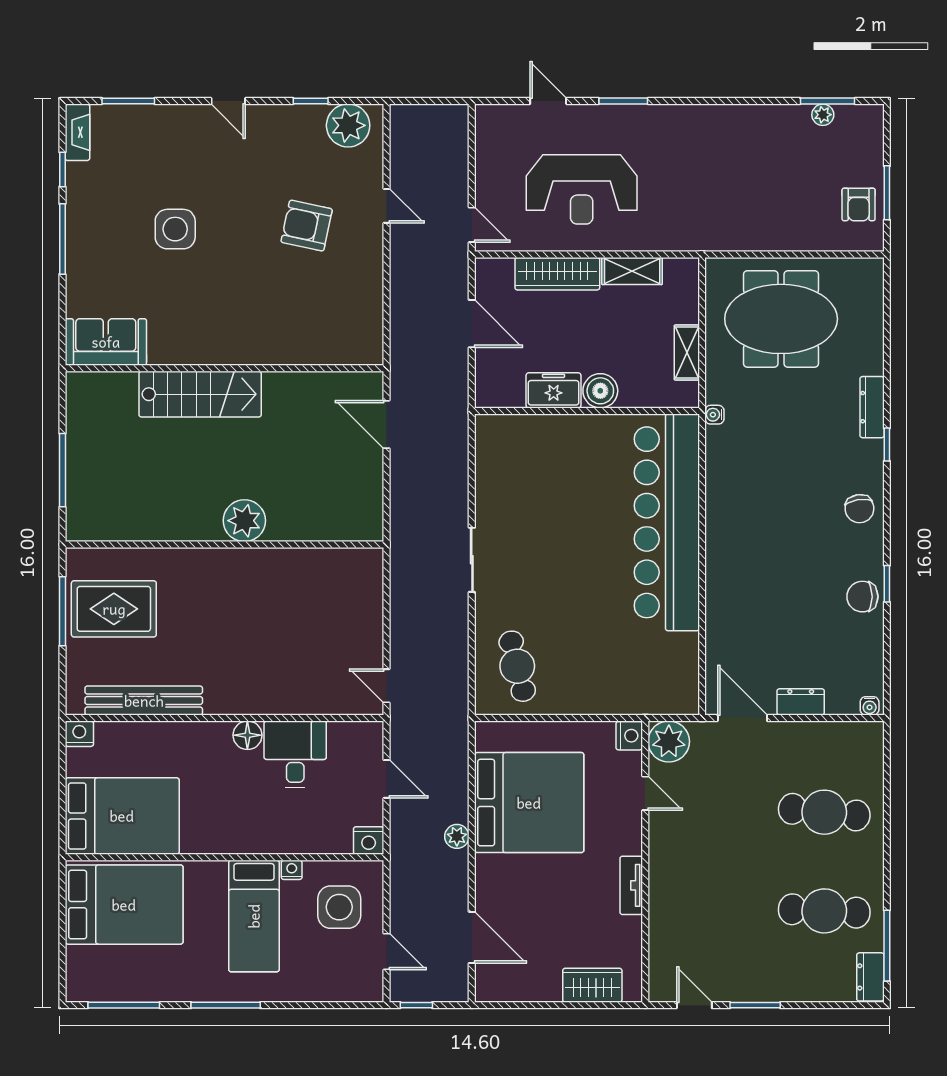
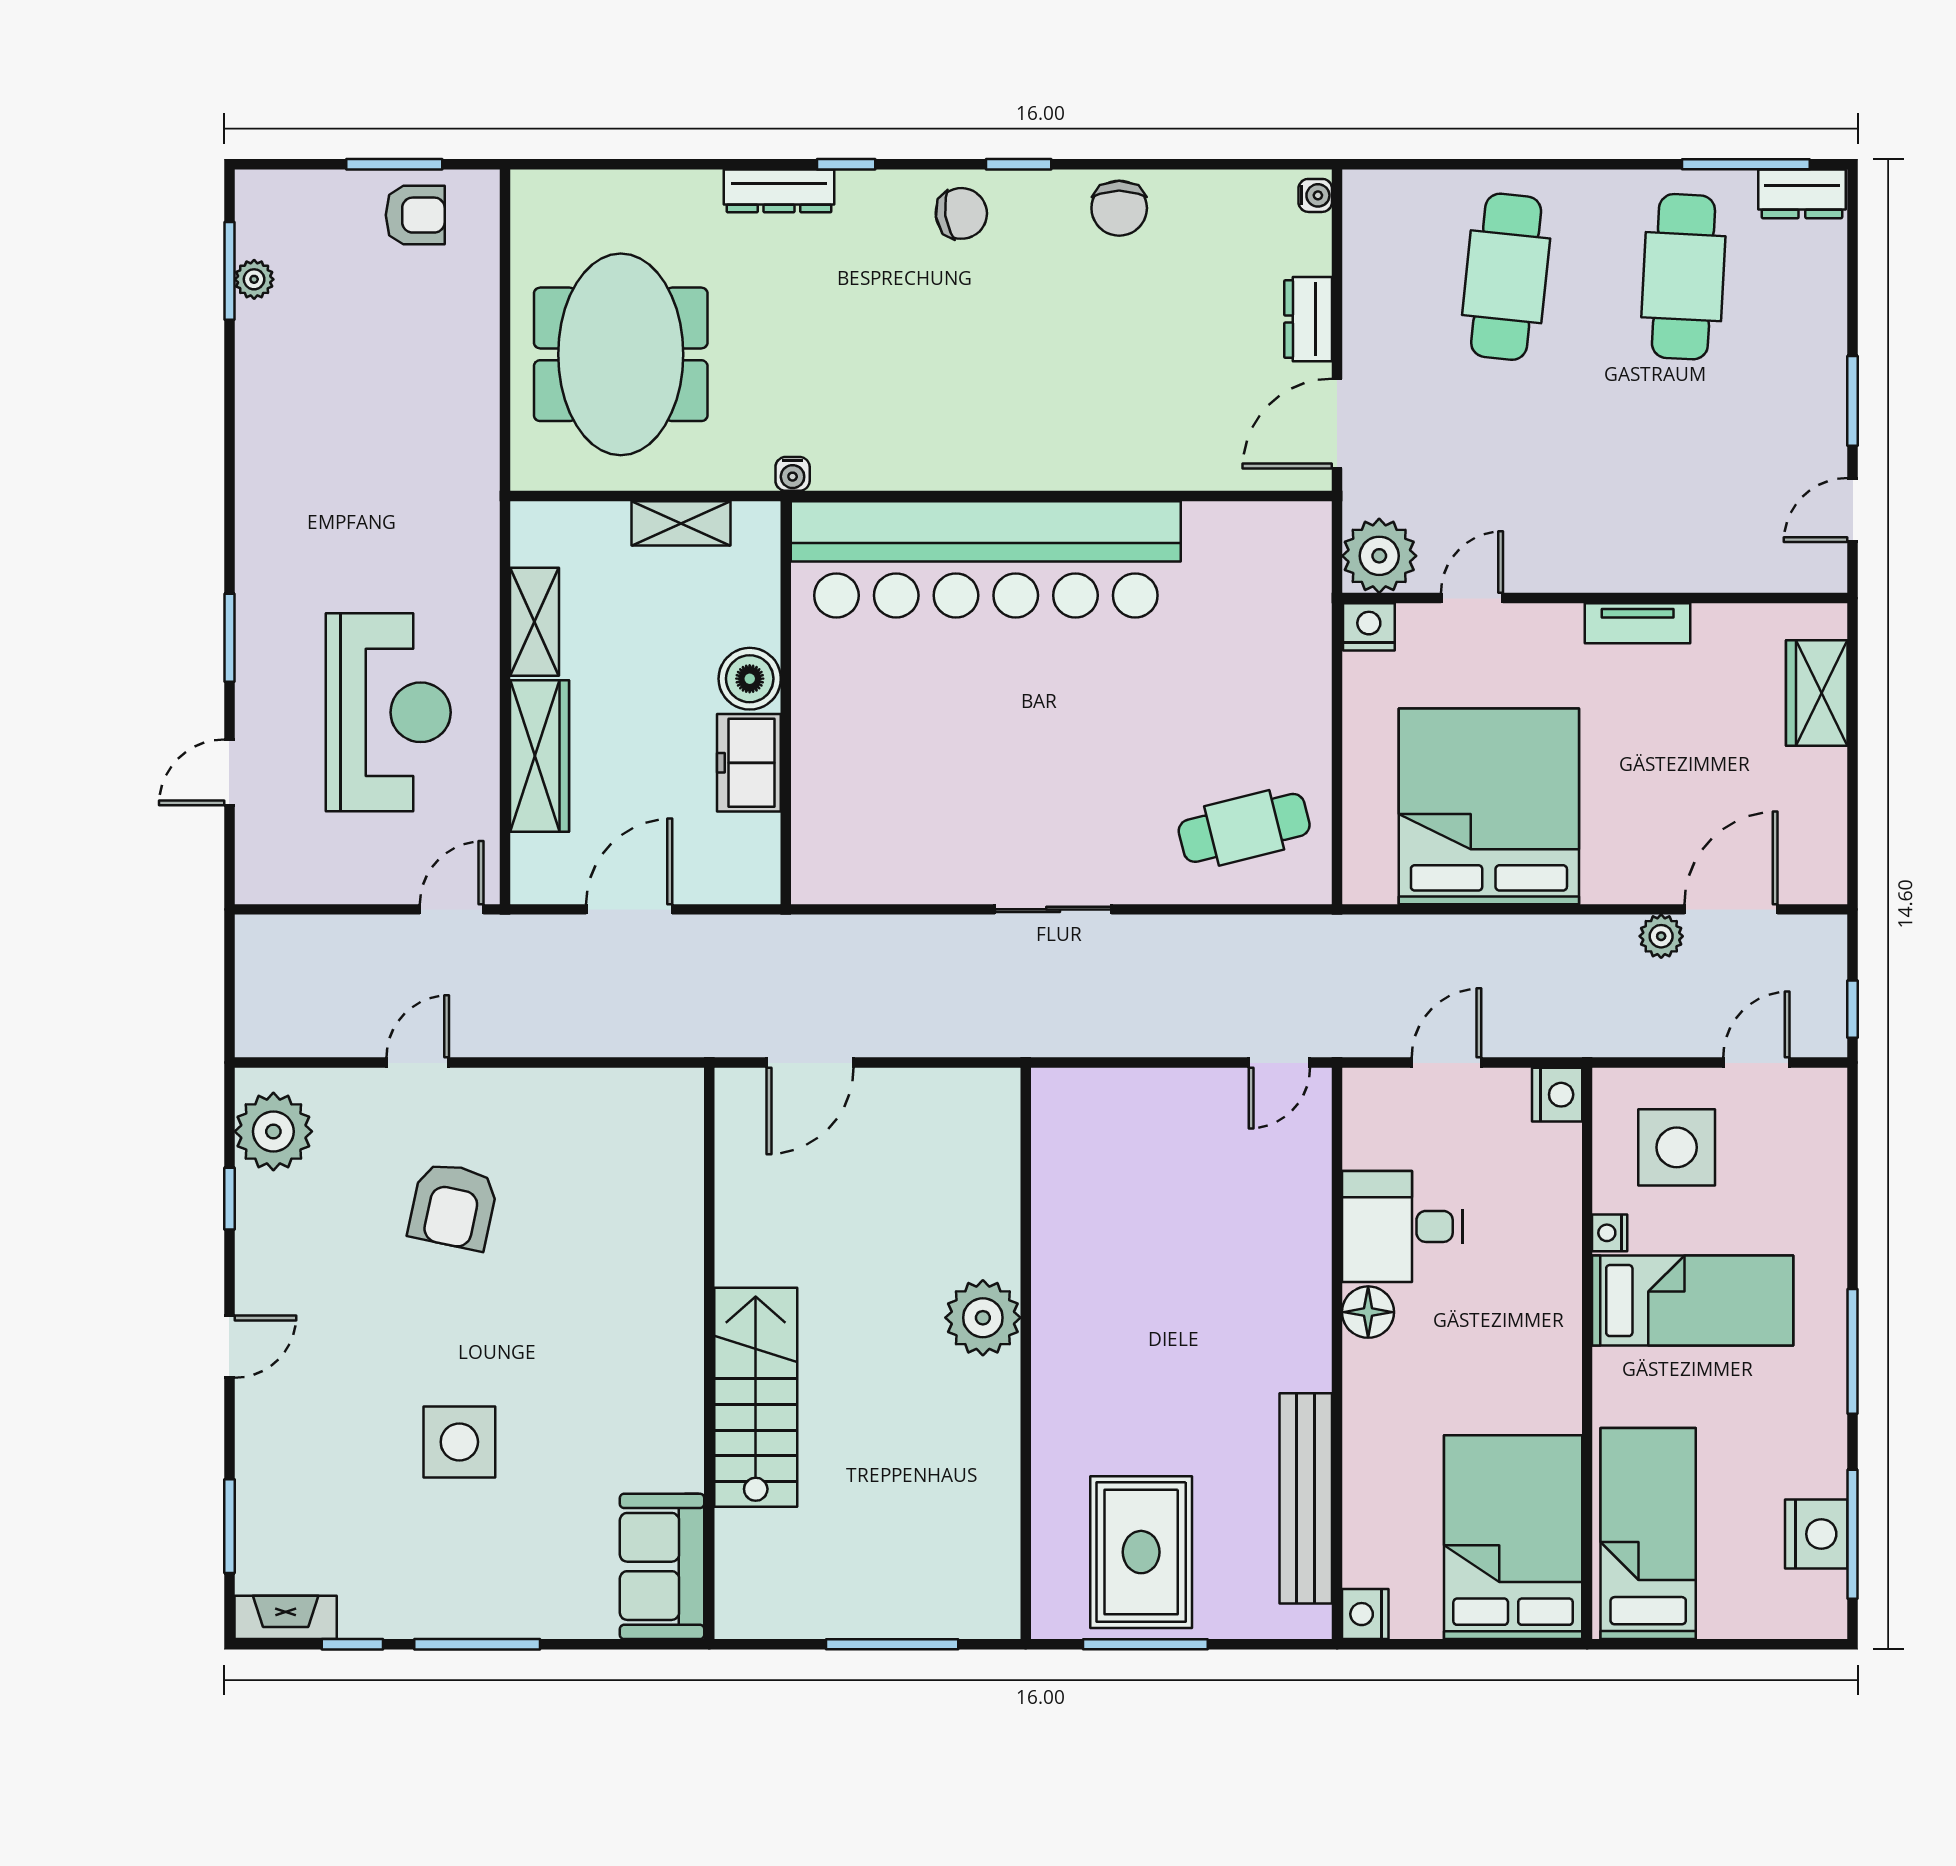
window: (887, 584) -> (1019, 164), moved
plant: (457, 836) -> (1661, 936), moved
bed: (124, 905) -> (1648, 1534), width x0.67
nightstand: (124, 985) -> (1816, 1534), added

